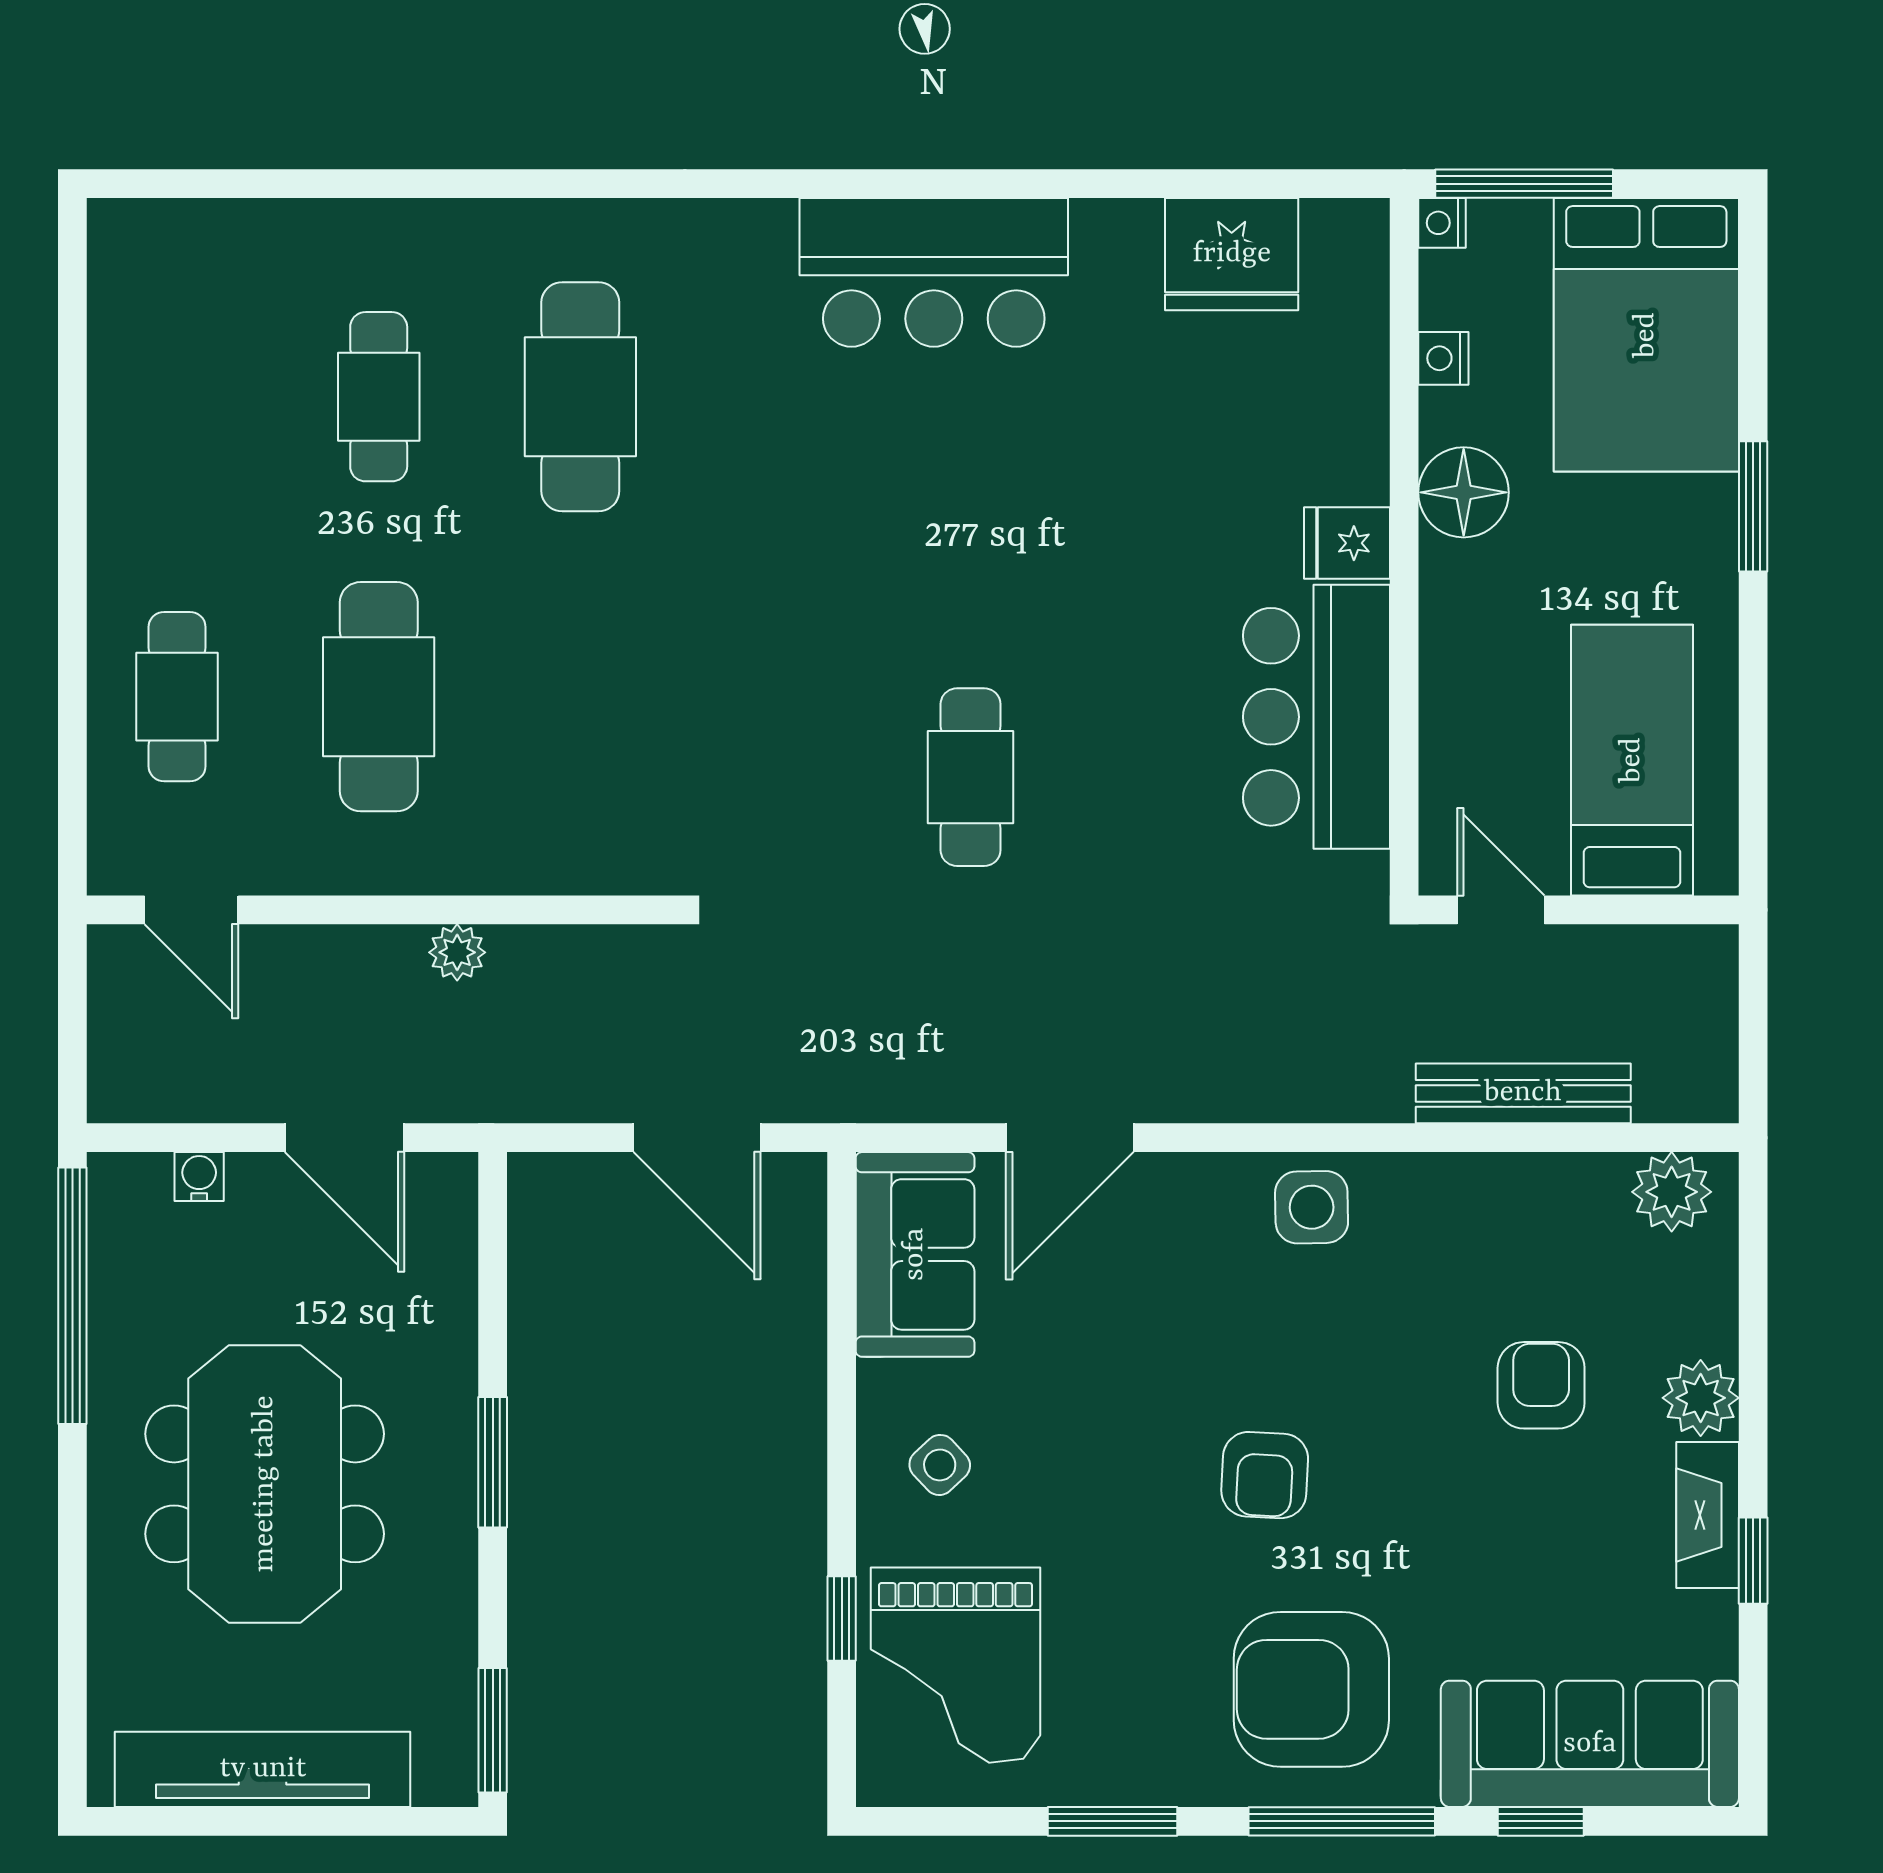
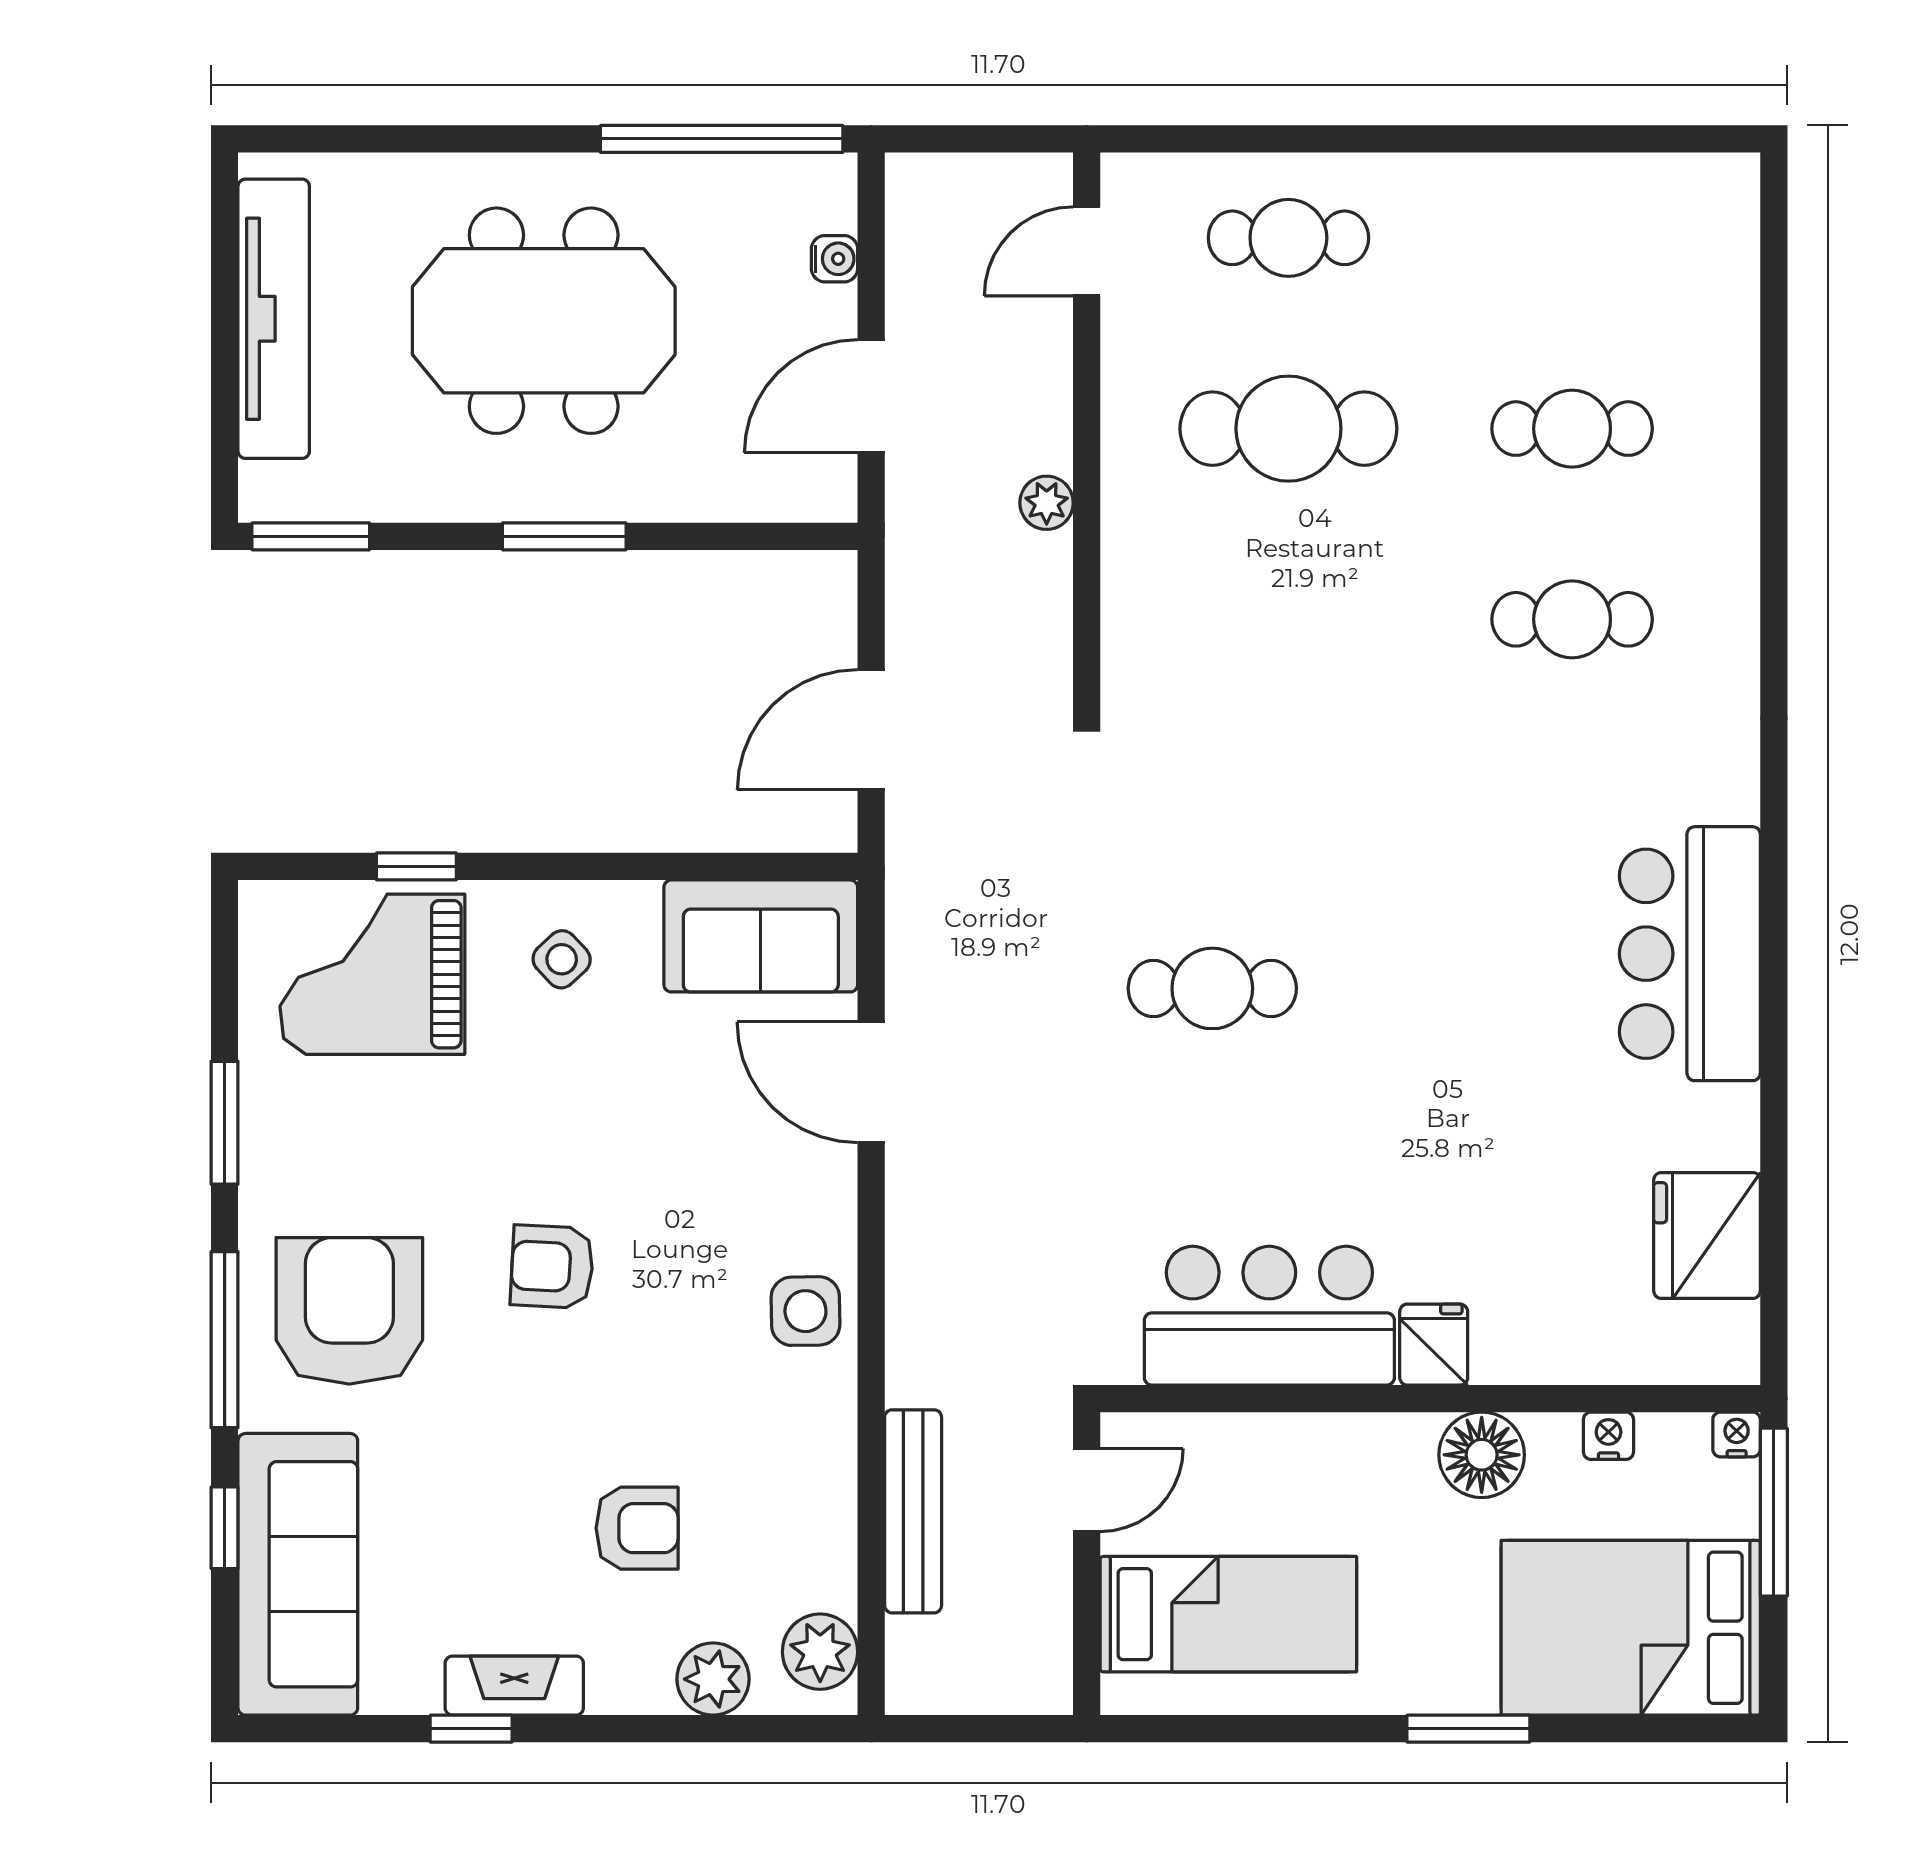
cafe table: (580, 397) -> (1572, 619), width x0.73, depth x0.74
plant: (1701, 1398) -> (713, 1679), moved

